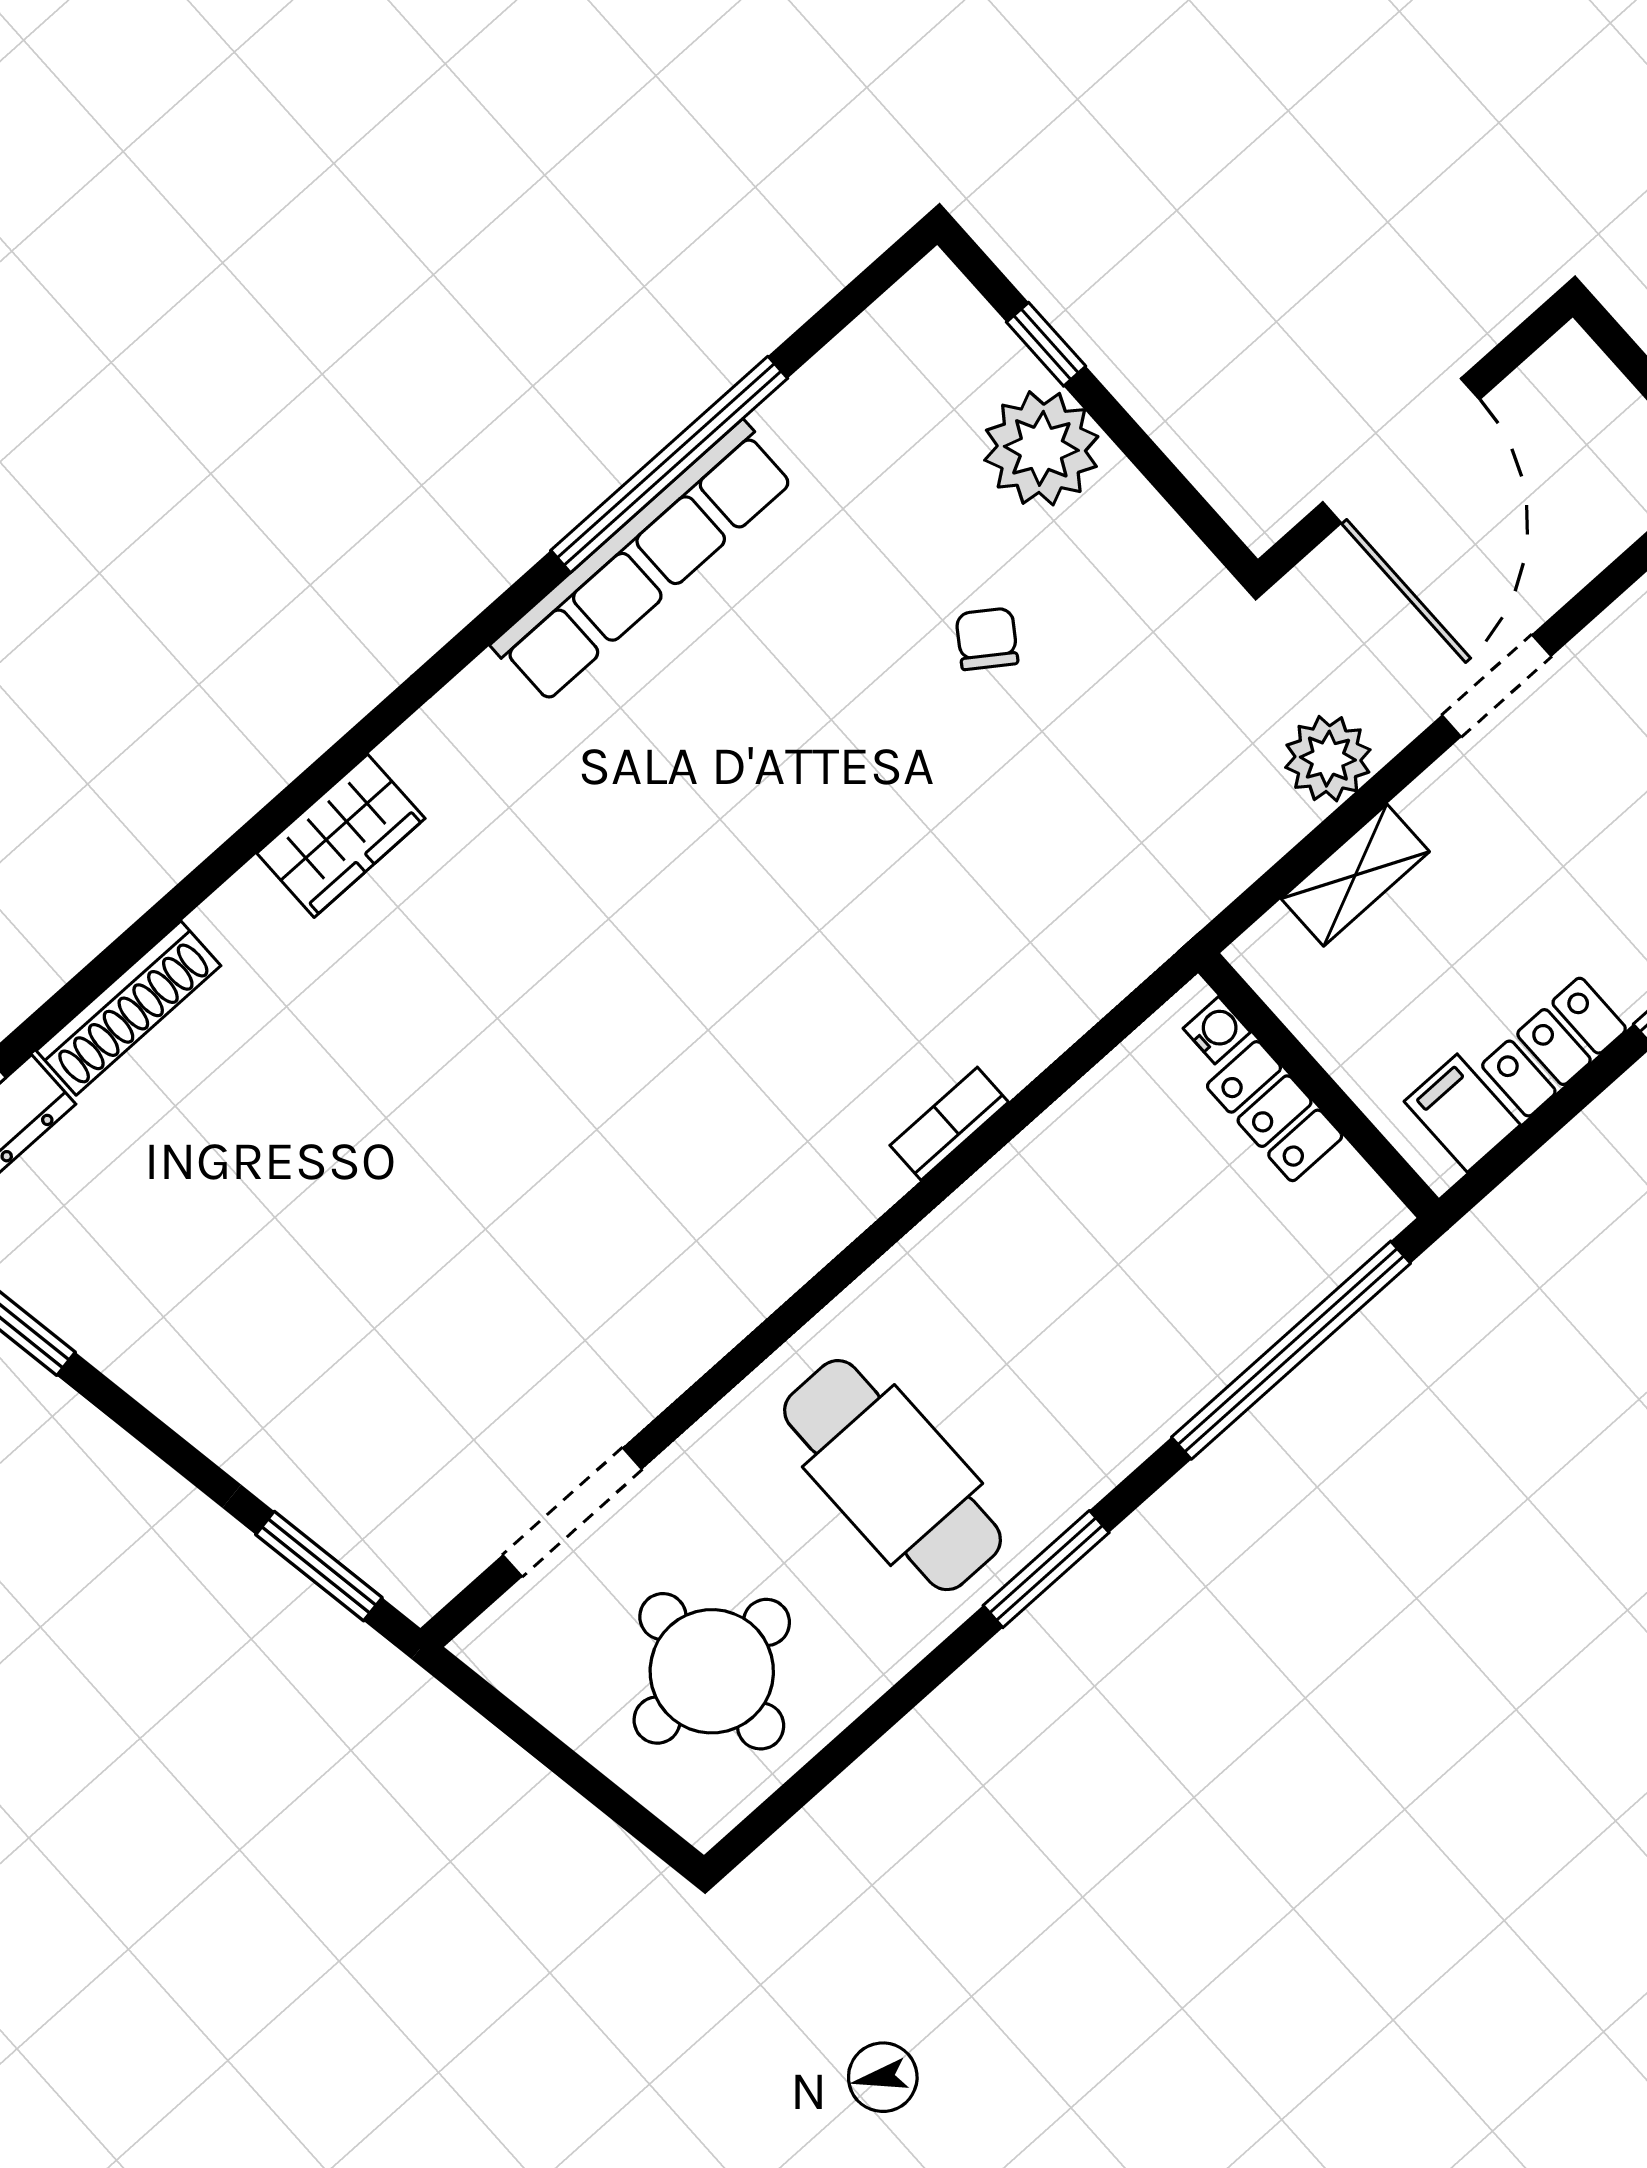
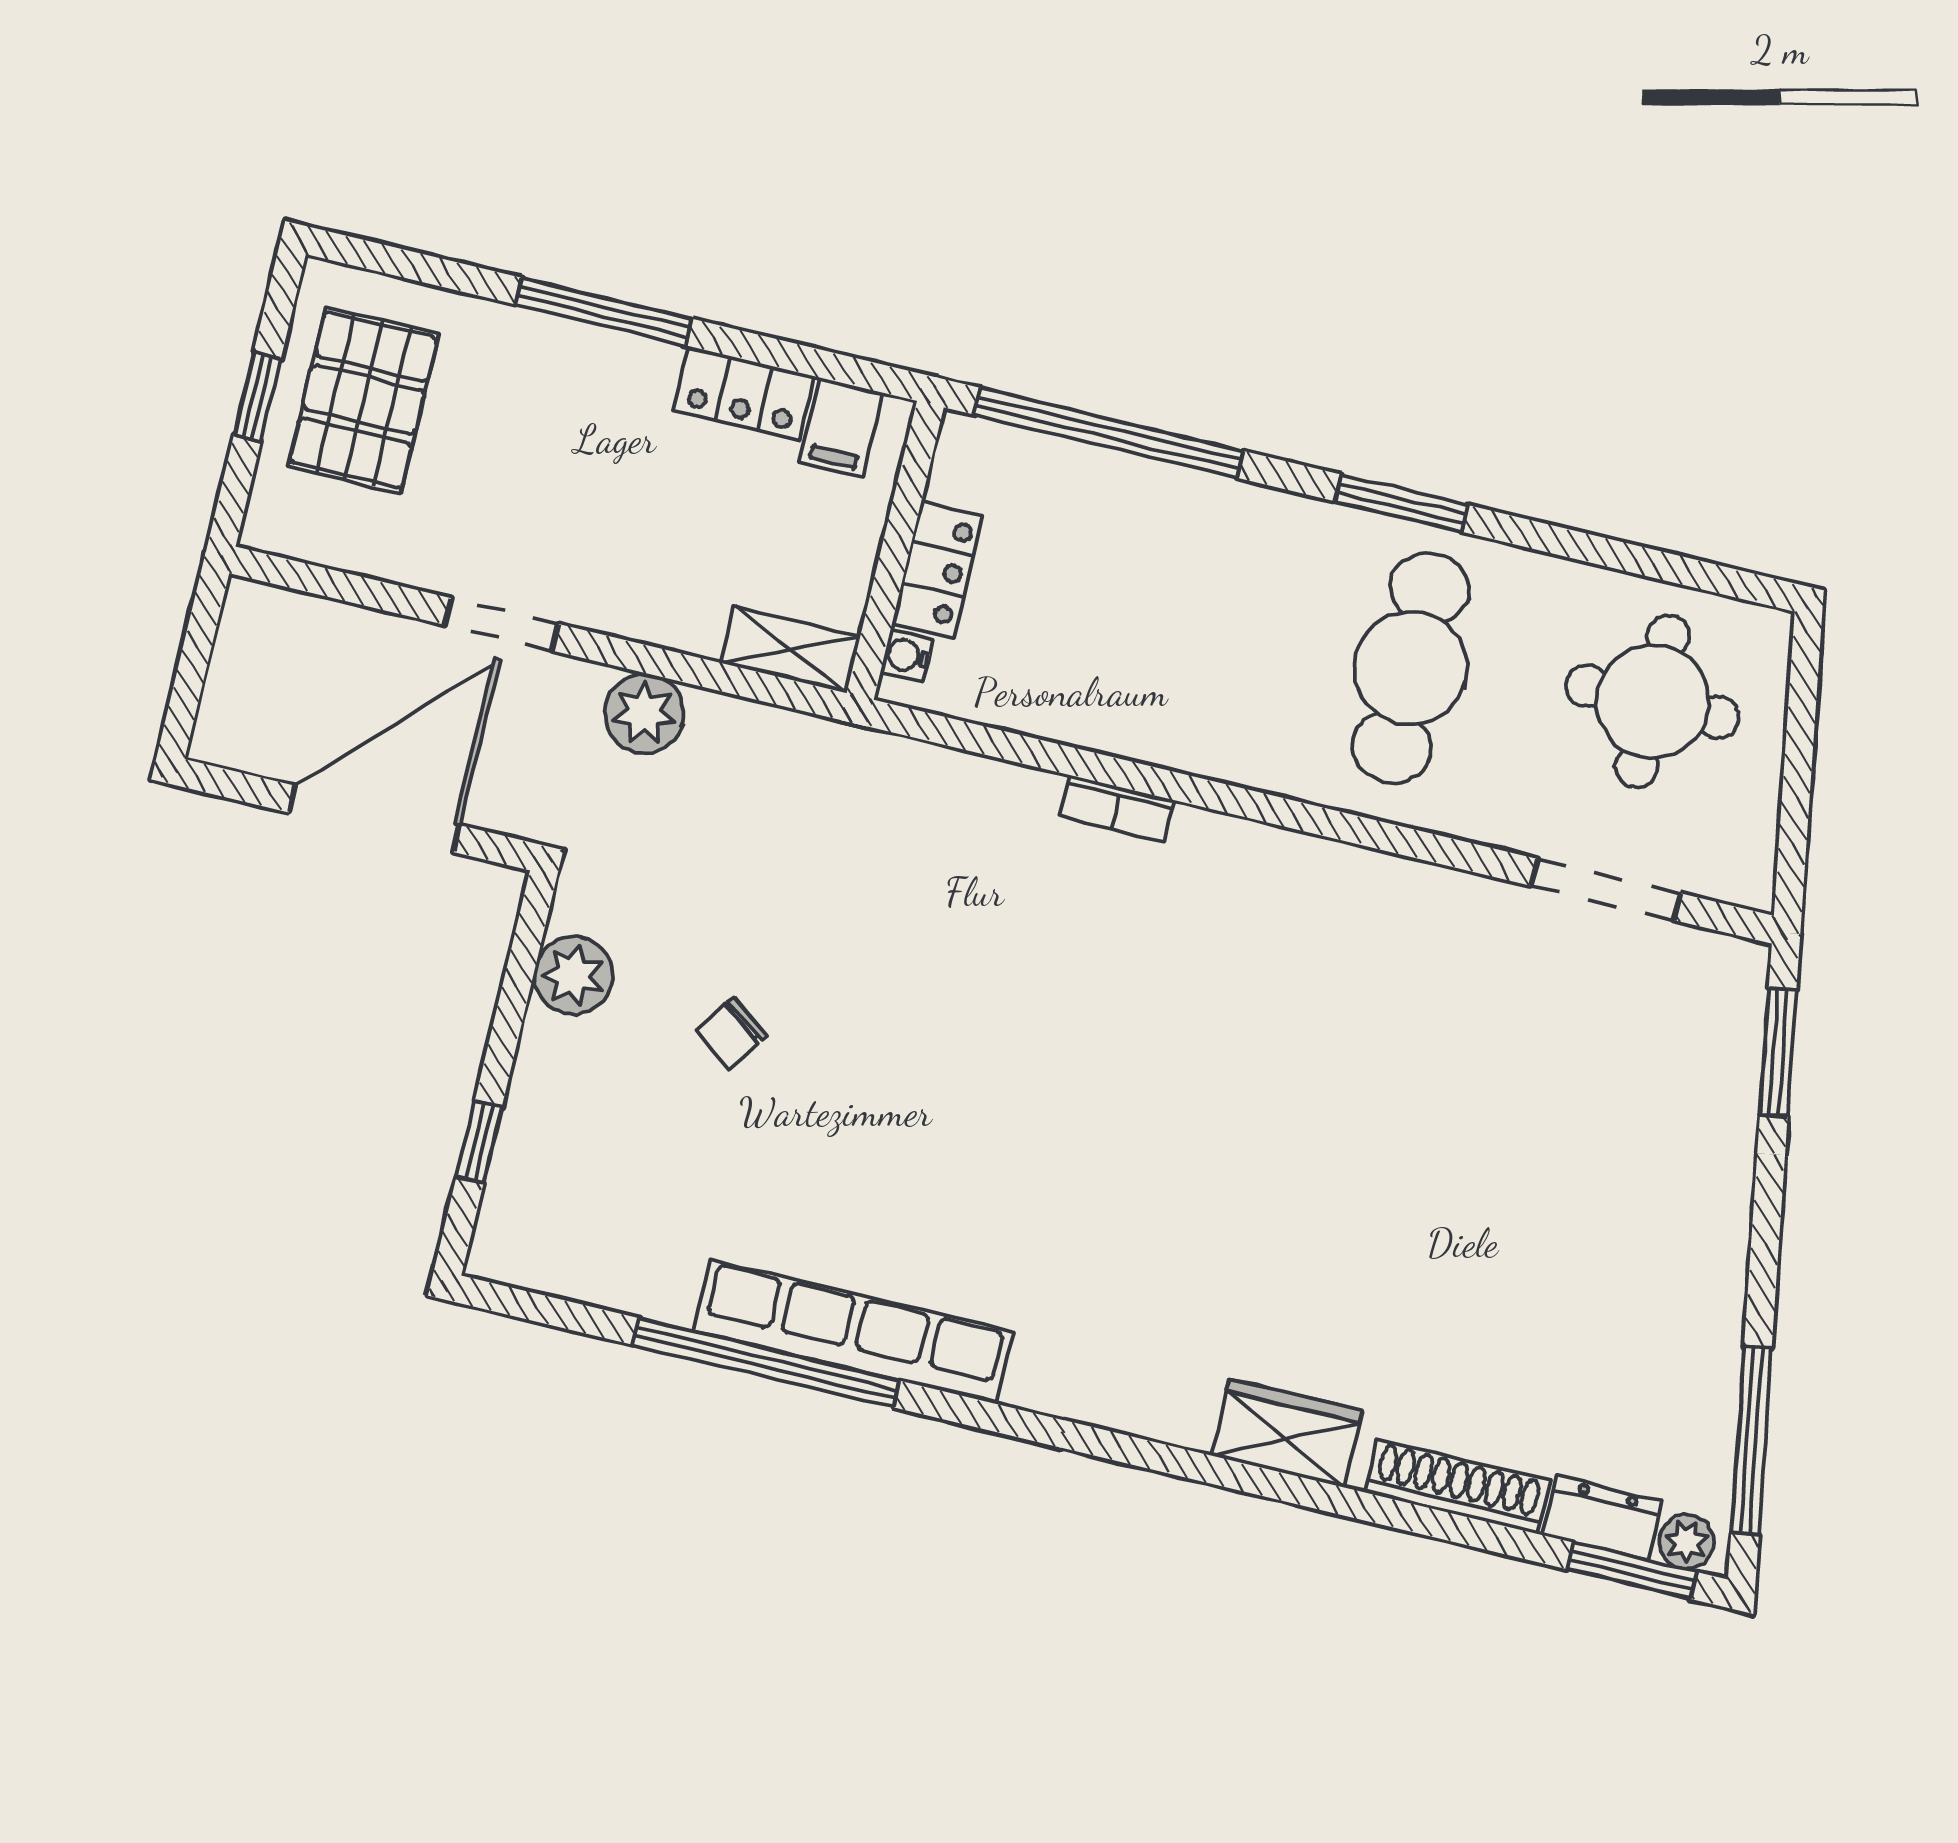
plant: (1041, 448) -> (573, 975), moved, width x0.73, depth x0.73
wardrobe: (341, 836) -> (1287, 1433), moved
shelving: (1355, 875) -> (790, 650), moved

